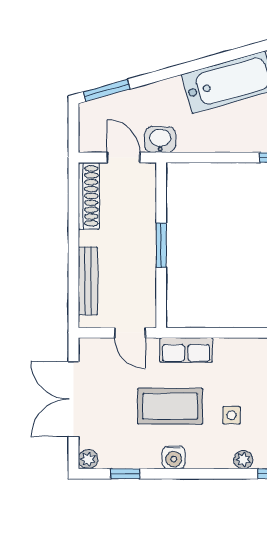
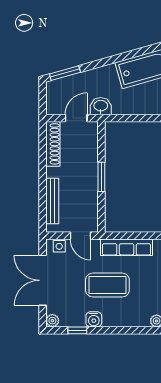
door: (123, 158) -> (76, 118), hinge flipped
row of seats: (186, 350) -> (127, 247), width x1.48
side table: (232, 415) -> (59, 246), moved
water cooler: (174, 457) -> (94, 319), moved

